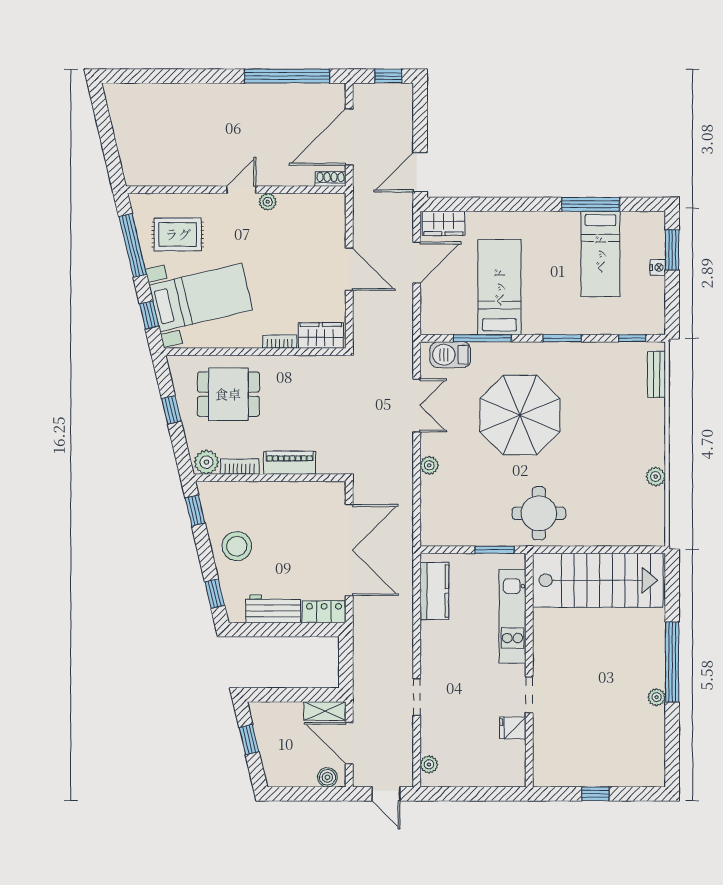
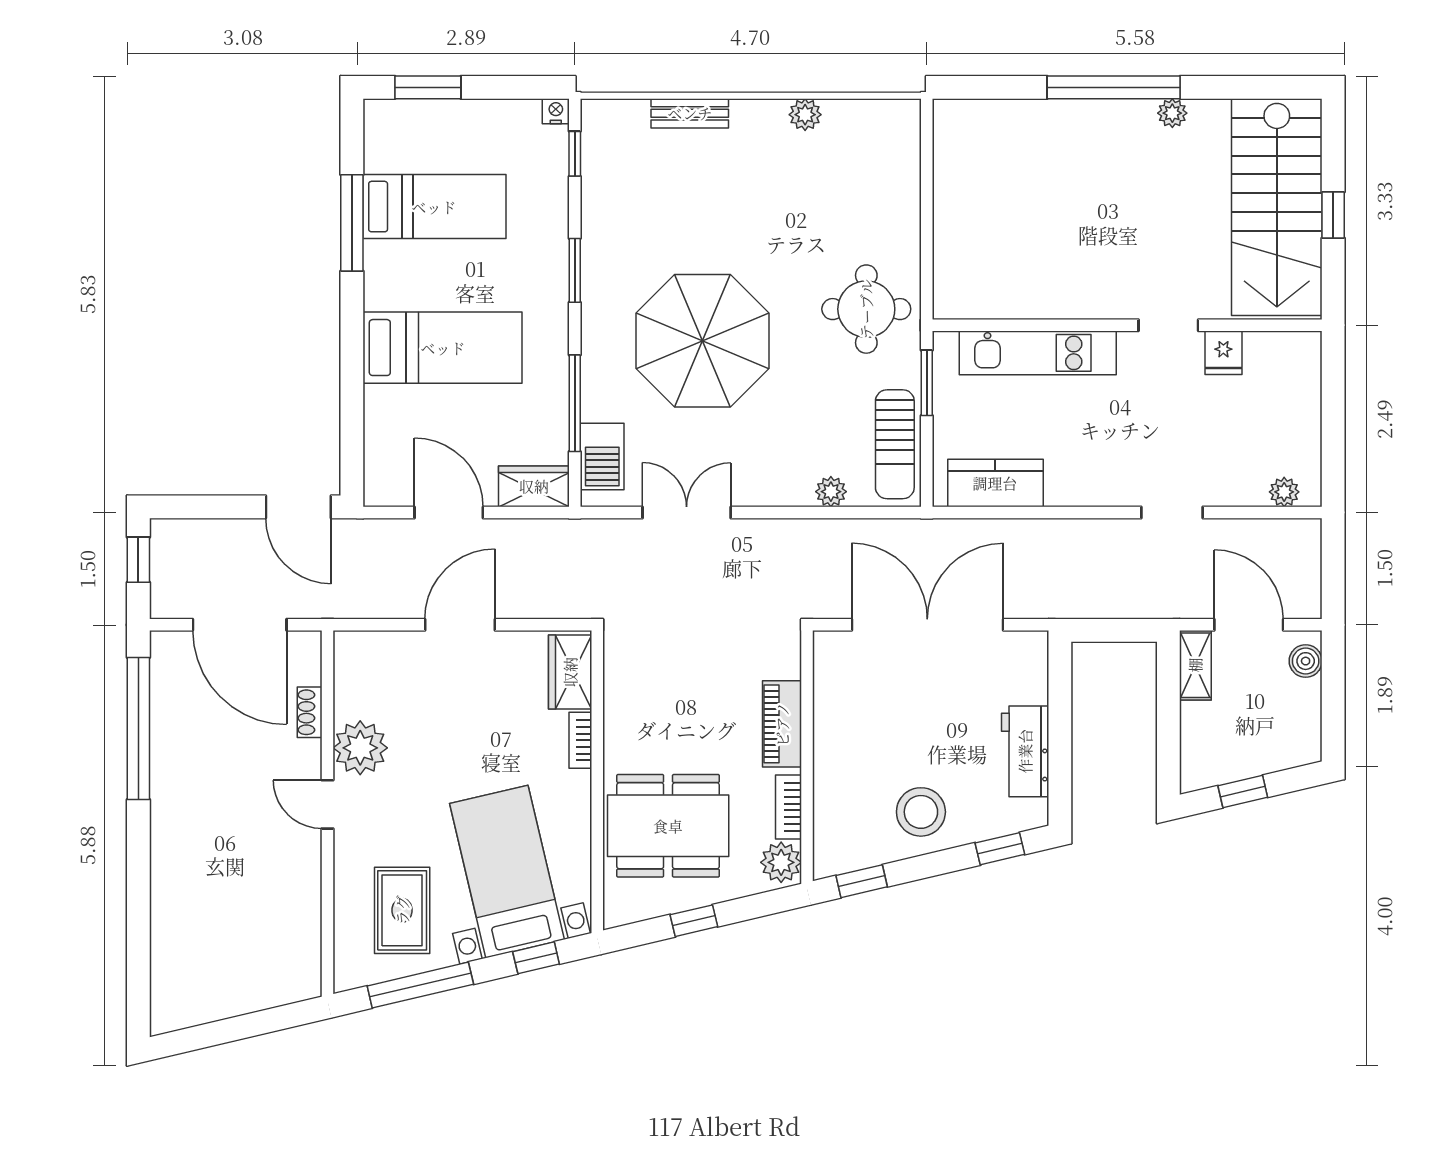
shoe rack: (331, 179) -> (310, 712), moved
plant: (268, 202) -> (360, 748), width x1.88, depth x1.88
wardrobe: (443, 223) -> (534, 486), moved, turned -90
nightstand: (658, 267) -> (556, 111), moved
bed: (499, 287) -> (443, 348), moved, turned 180
bench: (656, 375) -> (690, 113), moved
dining table: (228, 394) -> (668, 826), width x1.38
plant: (429, 465) -> (831, 492), moved
sun lounger: (458, 531) -> (895, 444), added
stairs: (598, 580) -> (1277, 207), moved, turned 180
locker: (324, 612) -> (1030, 667), removed
door: (349, 743) -> (1249, 625), swing flipped
door: (386, 794) -> (1333, 564), removed

